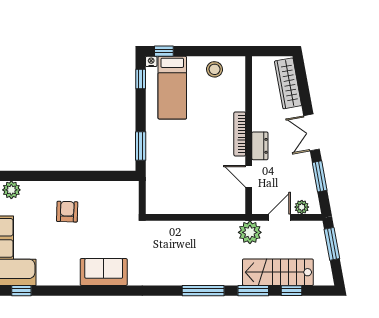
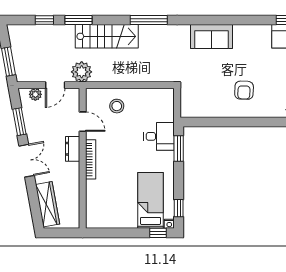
stool: (215, 69) -> (117, 106), moved
desk: (163, 160) -> (159, 136), added
stairs: (278, 272) -> (107, 36), moved
window: (203, 291) -> (149, 20), moved

